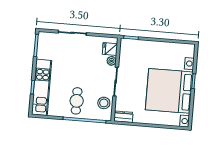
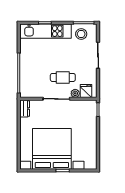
cafe table: (77, 101) -> (63, 77), moved
stool: (104, 103) -> (81, 34), moved

